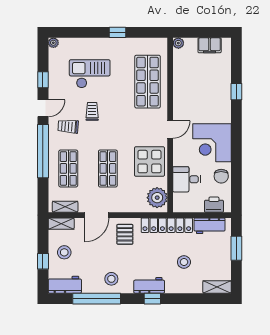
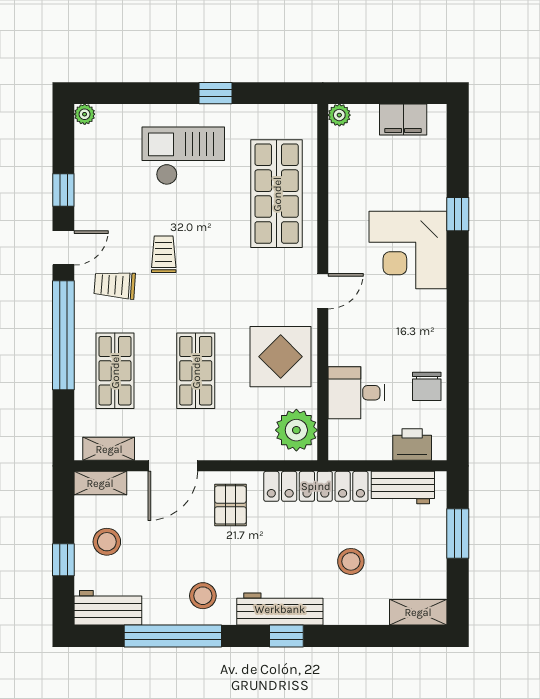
checkout: (90, 74) -> (183, 156), moved
corner desk: (212, 143) -> (408, 250), moved
workbench: (149, 285) -> (280, 609), width x1.38

